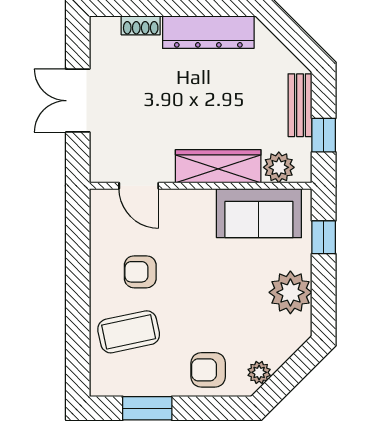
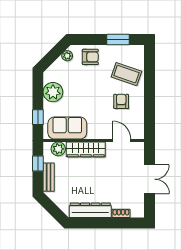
armchair: (140, 272) -> (121, 101), turned -90
coffee table: (129, 332) -> (126, 74), turned 31

